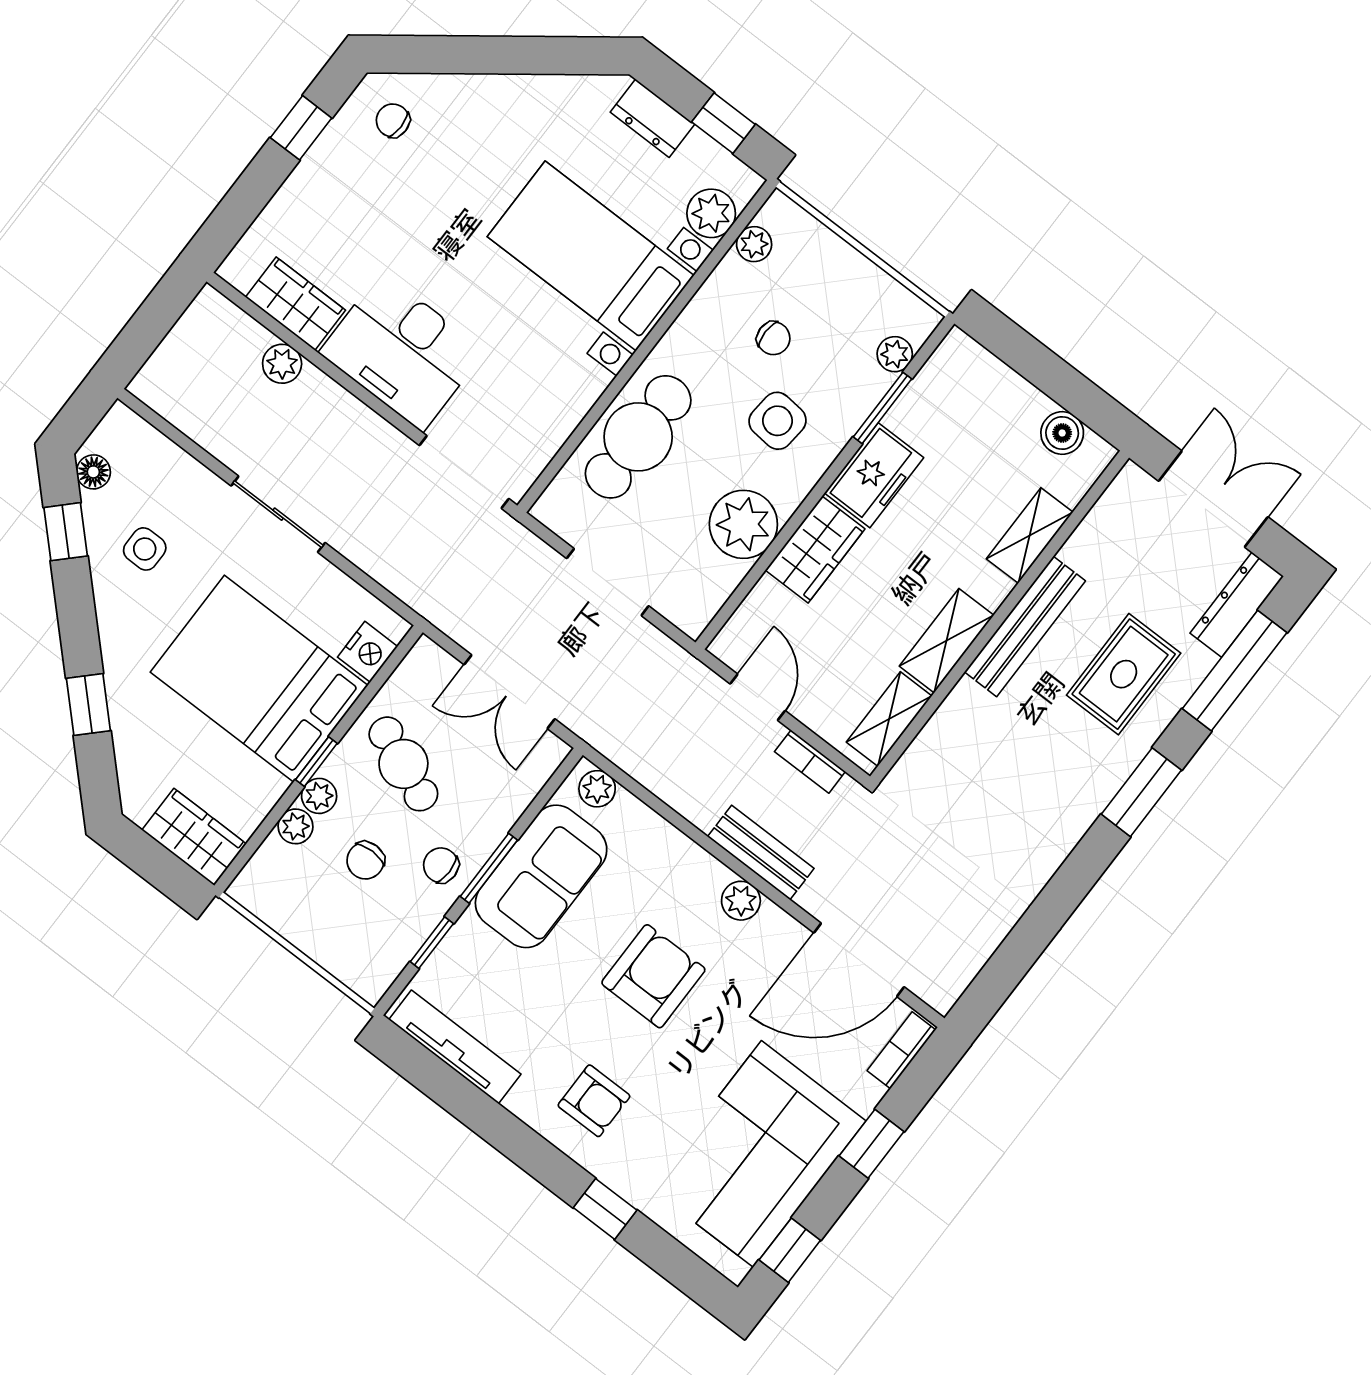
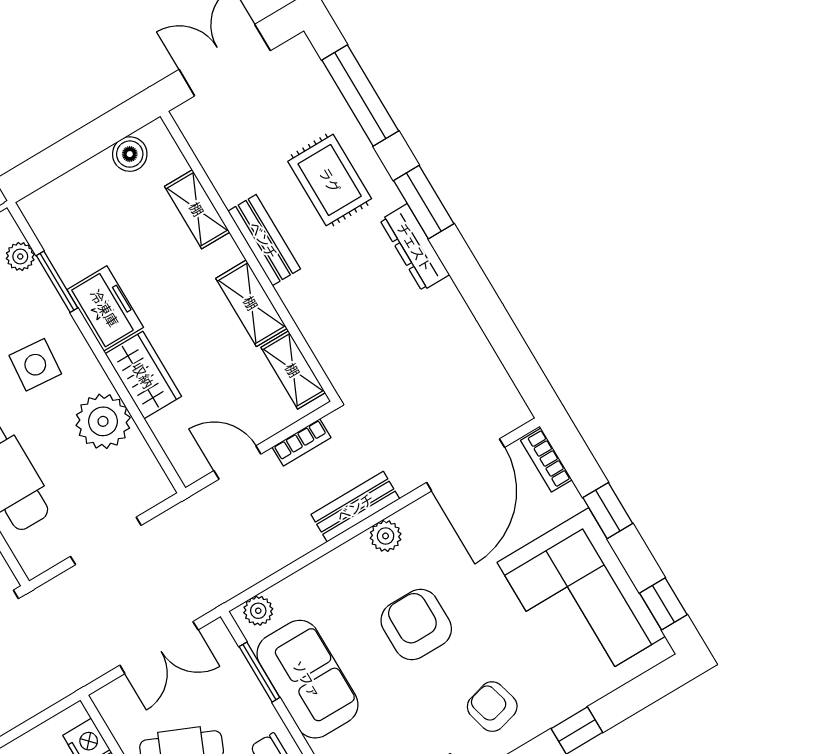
dresser: (1237, 605) -> (415, 247), moved
bench: (1025, 626) -> (264, 240), width x0.73
window: (489, 868) -> (259, 672), moved
armchair: (594, 1101) -> (492, 707), turned -105

